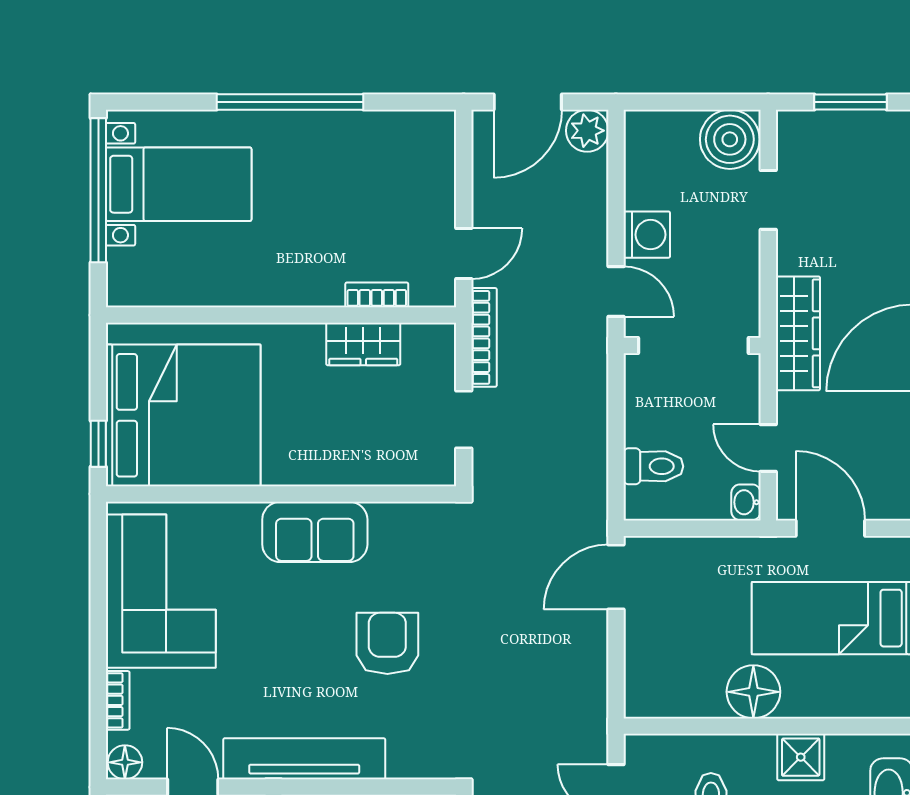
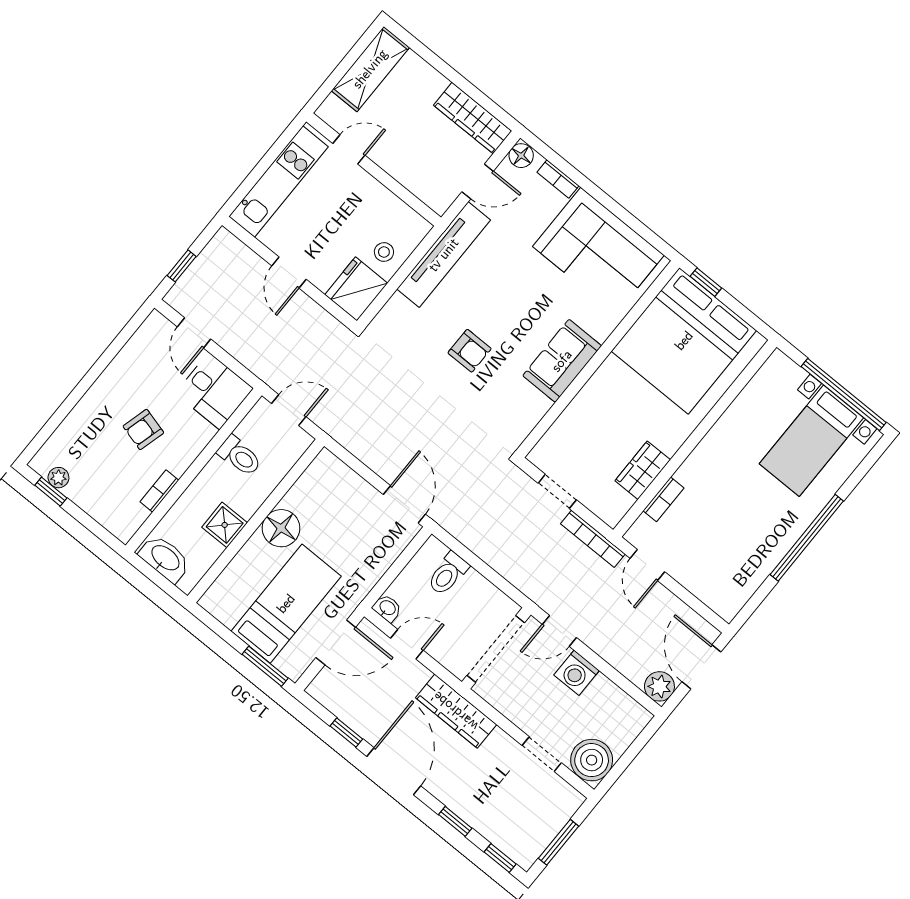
armchair: (387, 643) -> (470, 351), width x0.72, depth x0.72

